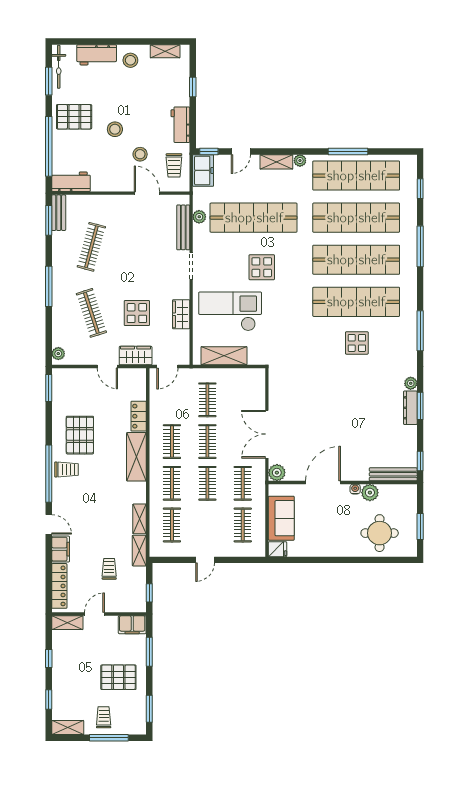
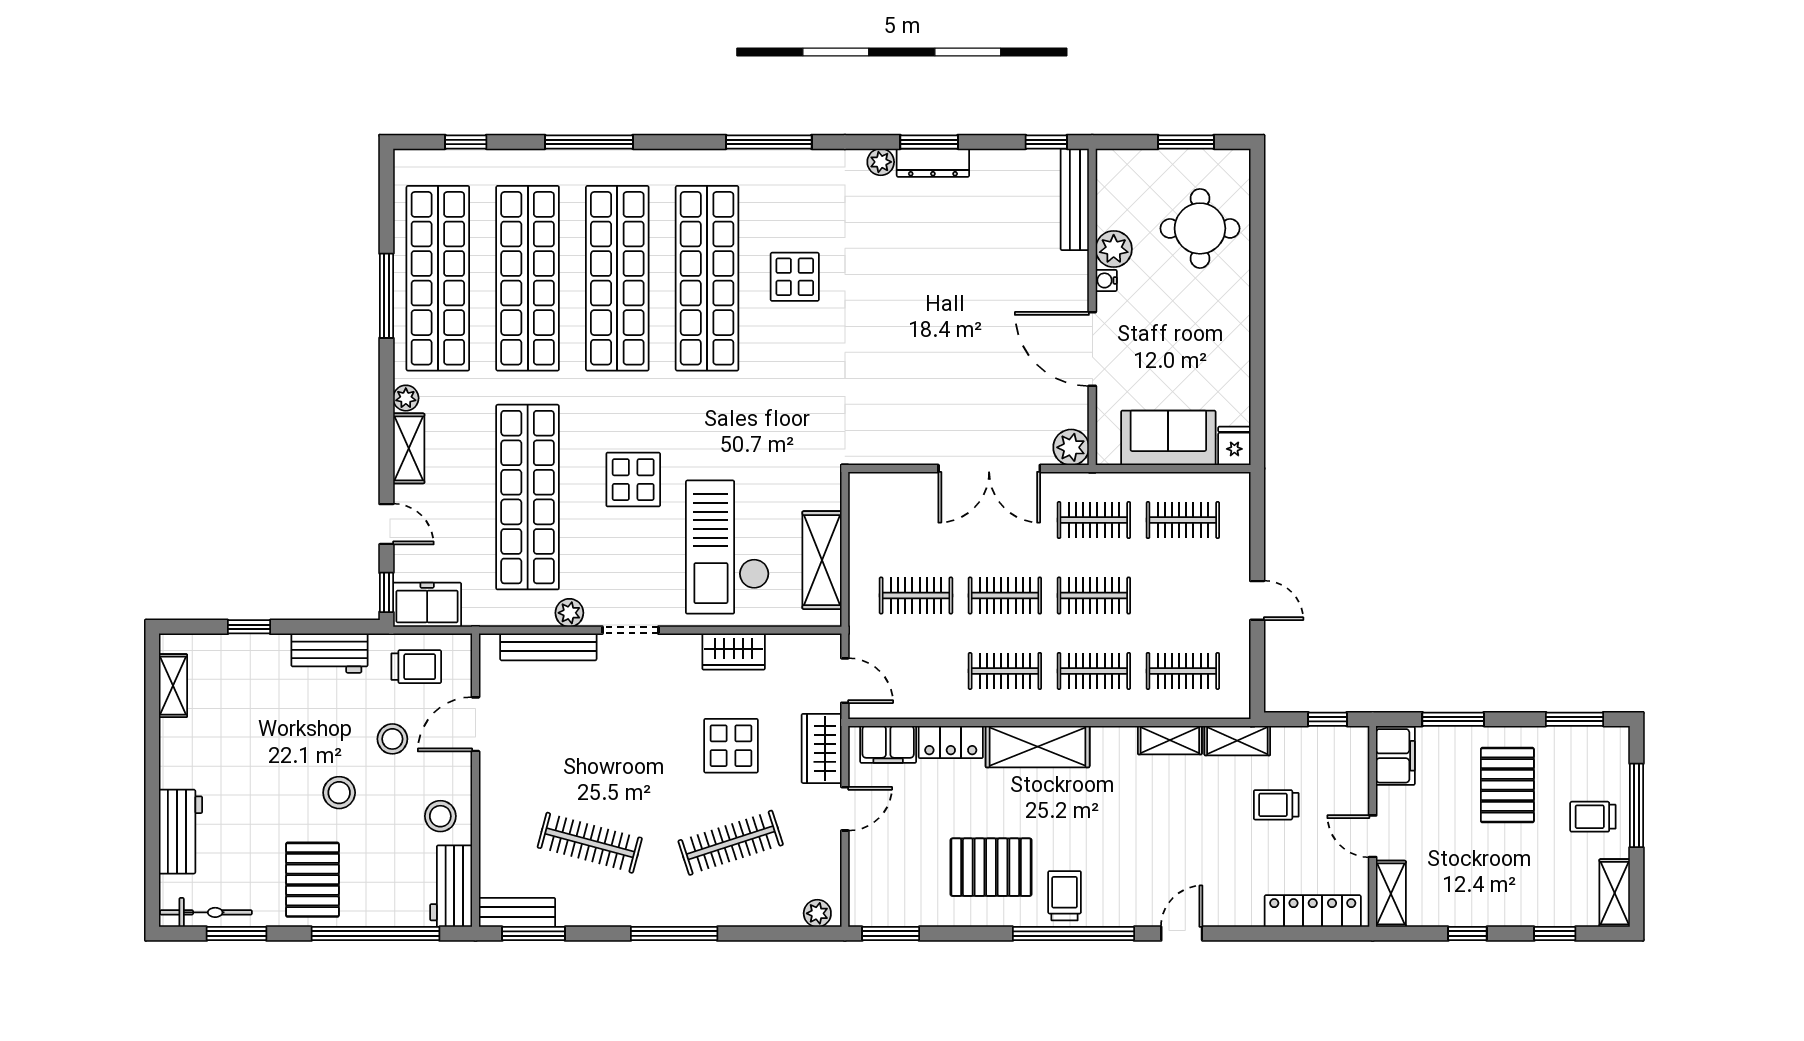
stool: (130, 60) -> (440, 816), moved
plant: (199, 217) -> (569, 613), moved
filing cabinet: (61, 549) -> (888, 744), moved, turned 180

